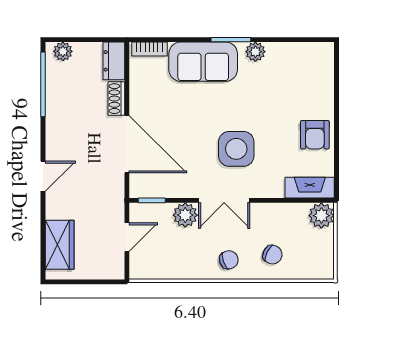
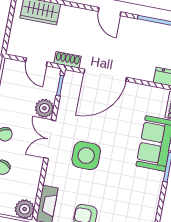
plant: (255, 52) -> (155, 184), removed
shoe rack: (116, 99) -> (67, 60), moved
door: (43, 176) -> (110, 12), moved

